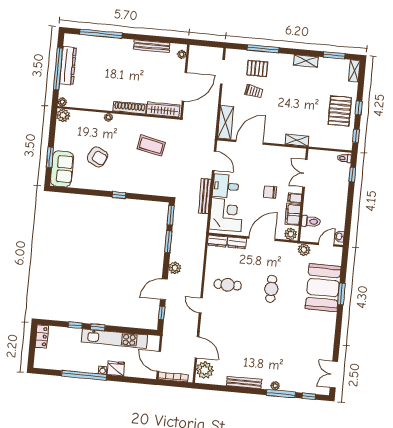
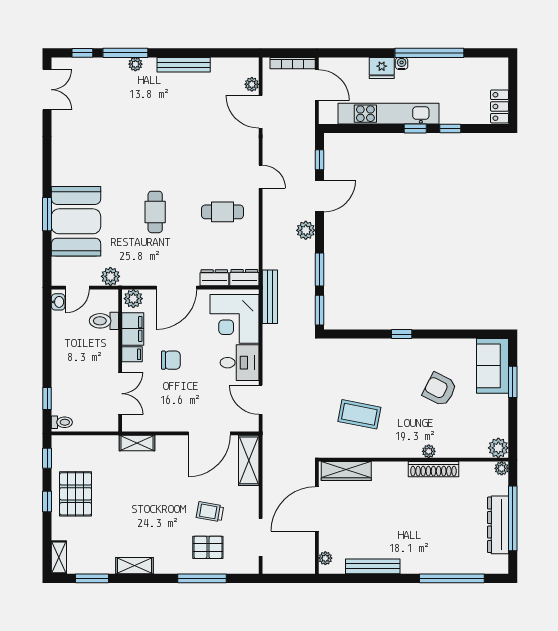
shoe rack: (130, 108) -> (433, 469), moved
bench: (205, 196) -> (270, 297), moved
plant: (205, 370) -> (252, 84), width x0.53, depth x0.53

